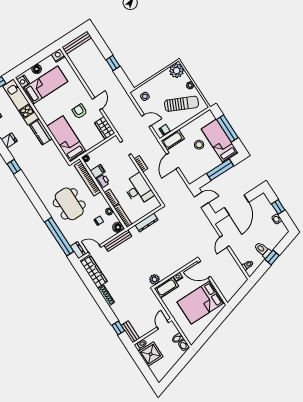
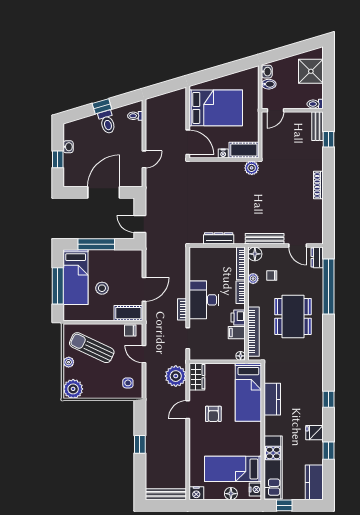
plant: (118, 120) -> (176, 376), added
kitchen counter: (41, 132) -> (272, 399), moved
desk: (138, 189) -> (204, 300), moved
wardrobe: (94, 272) -> (315, 221), removed
shower: (151, 354) -> (311, 71), moved

